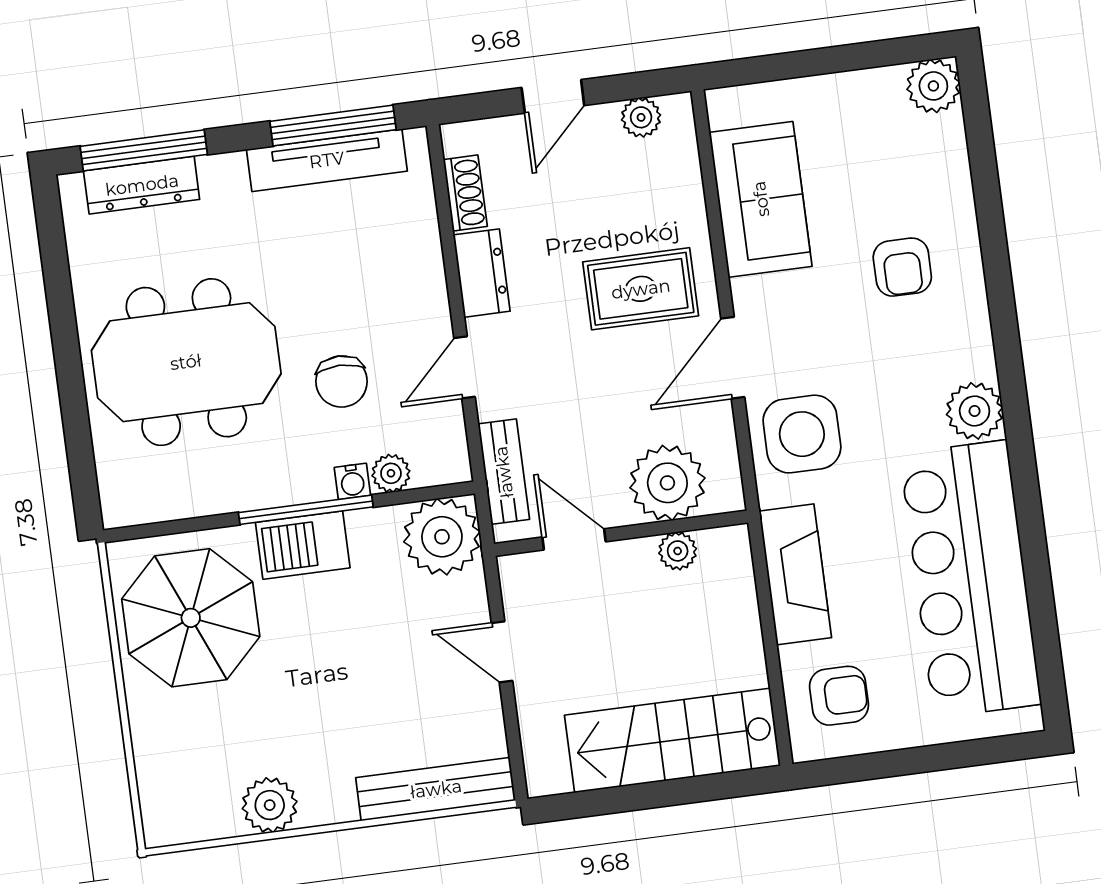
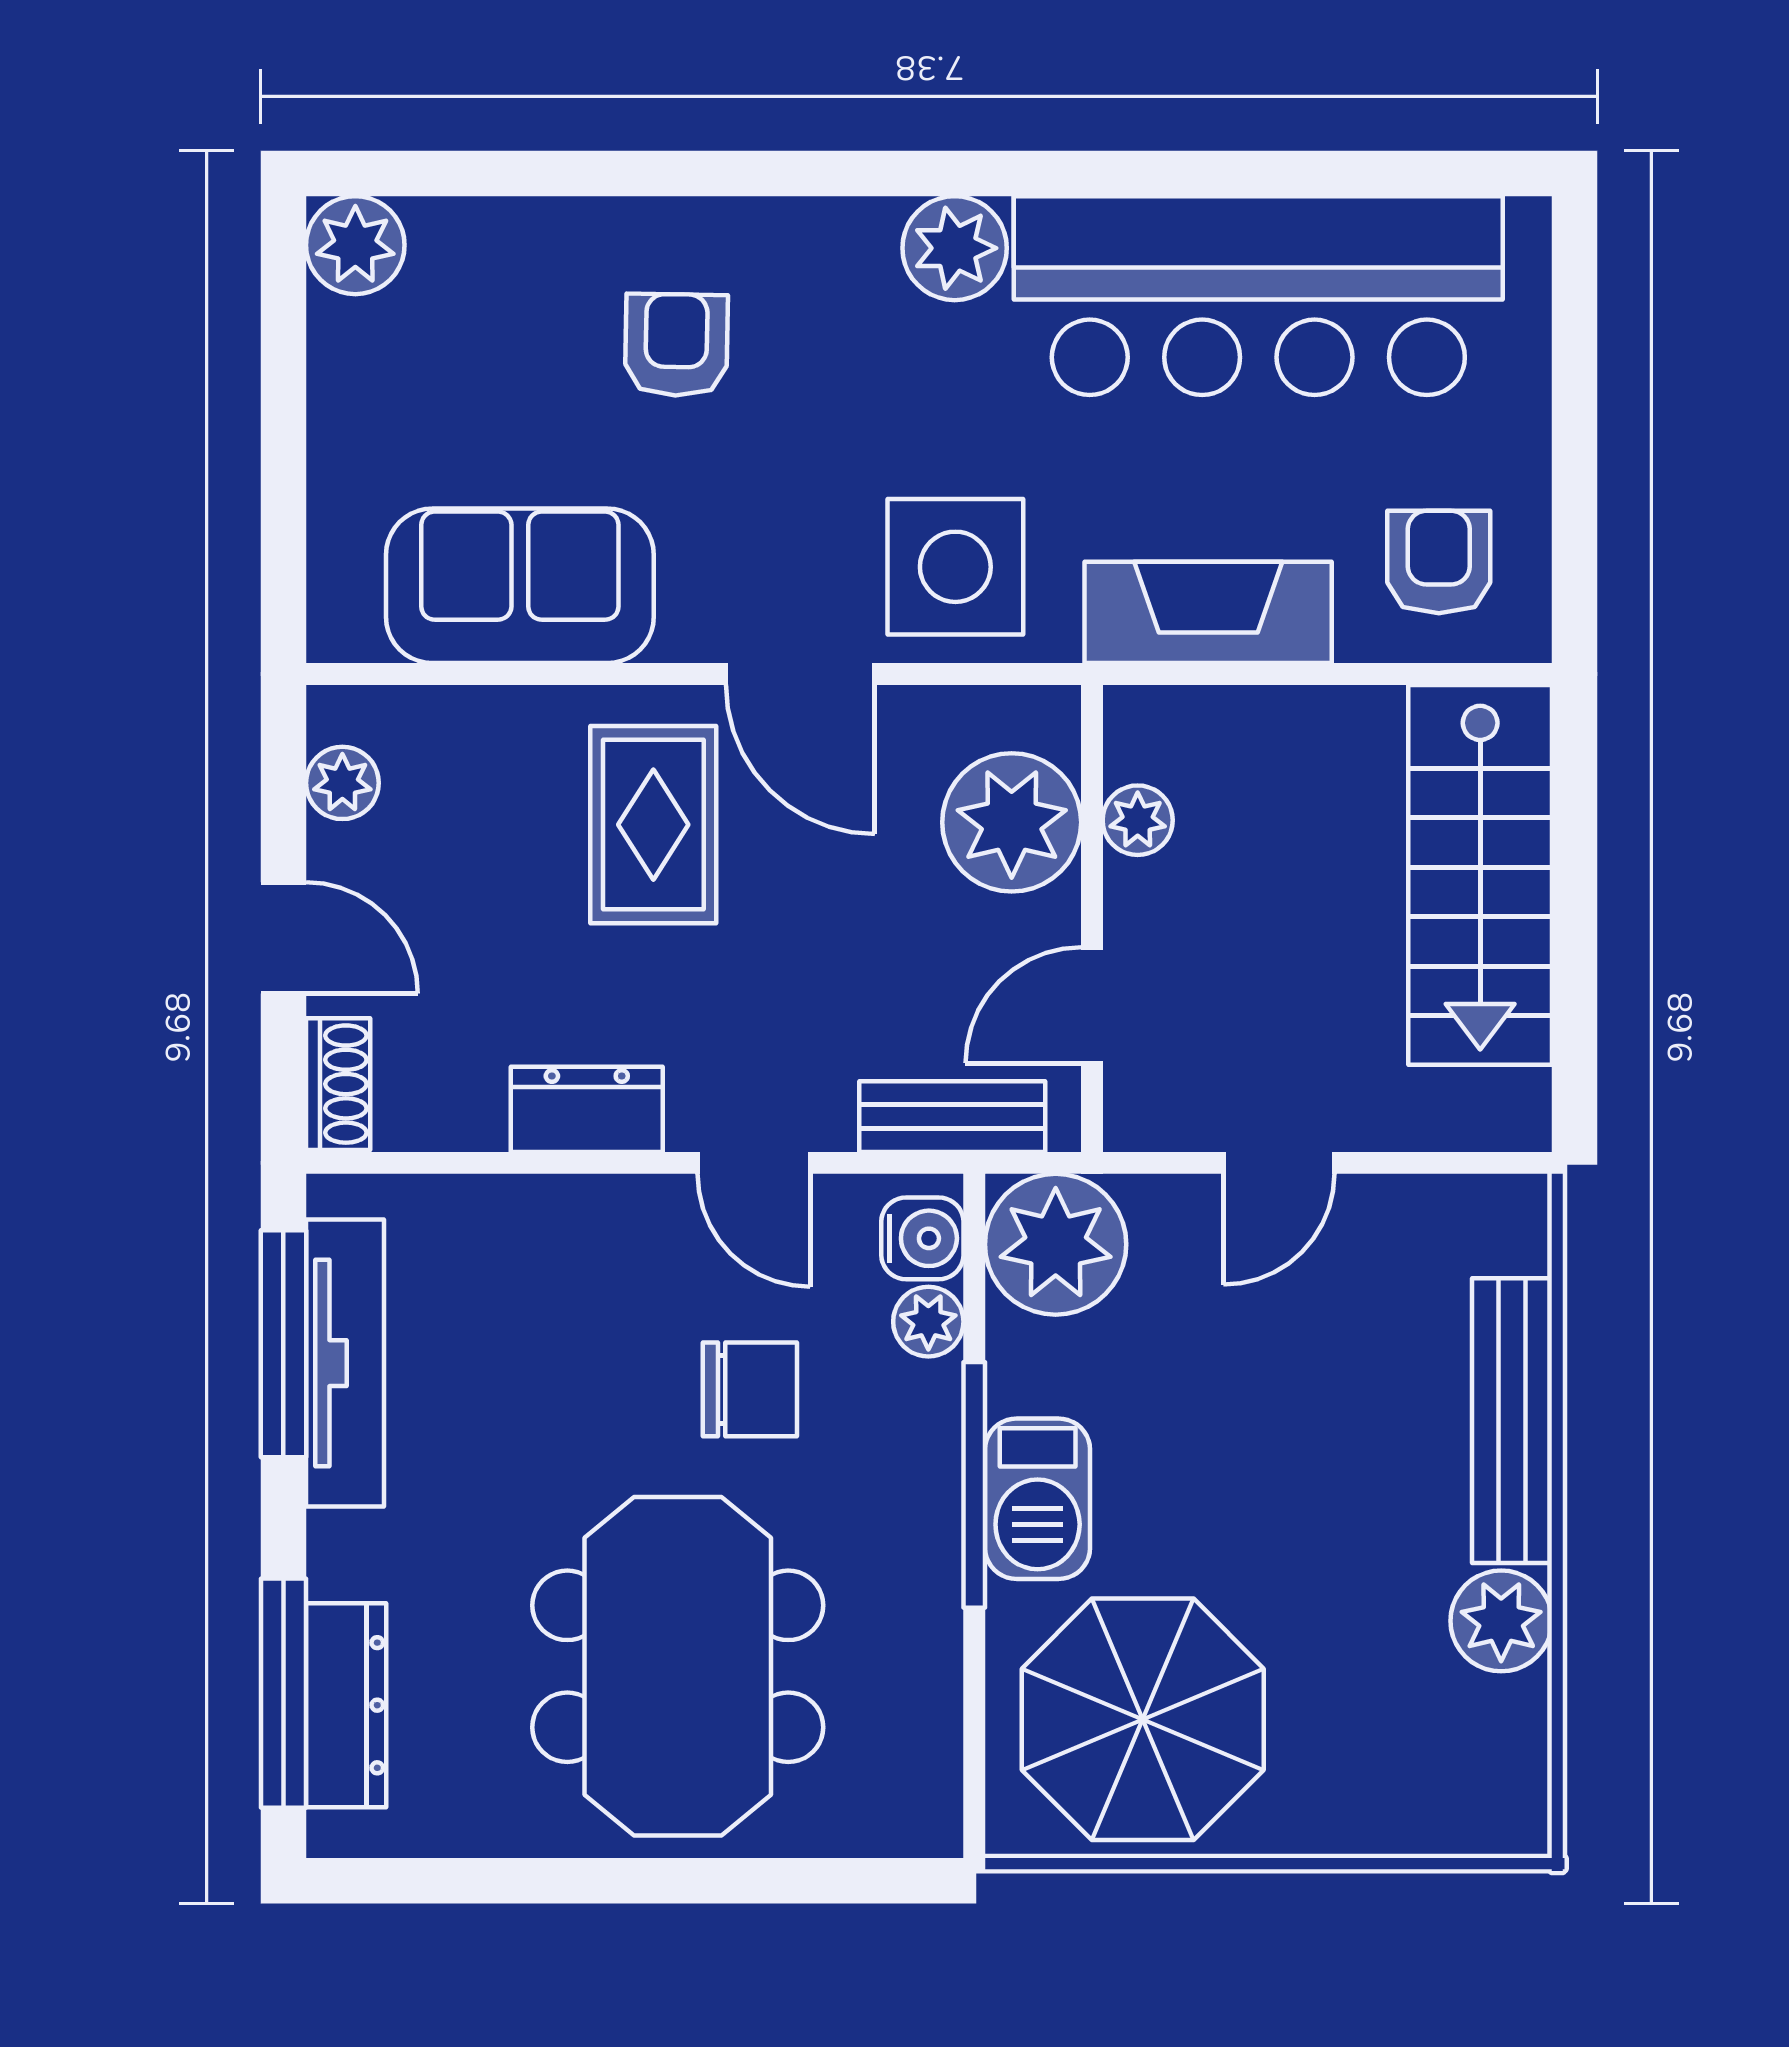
shoe rack: (465, 193) -> (338, 1084), moved, turned 90
armchair: (902, 267) -> (676, 345), turned -89
water cooler: (352, 481) -> (922, 1238), moved, width x1.38, depth x1.38
bench: (436, 789) -> (1512, 1421), moved

